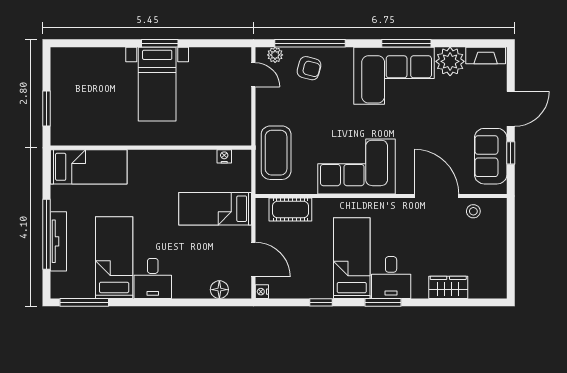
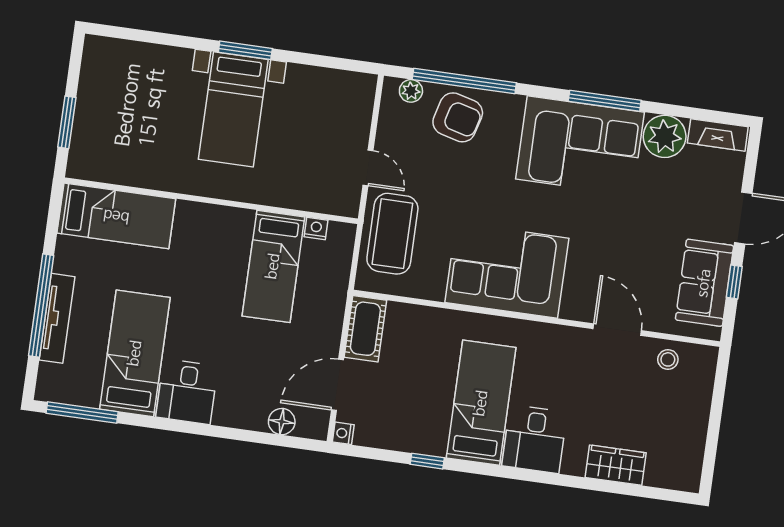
armchair: (309, 68) -> (458, 117), width x1.38, depth x1.38
door: (253, 75) -> (368, 168), moved
door: (436, 196) -> (617, 330), width x0.73
bed: (215, 209) -> (273, 266), moved, turned -90
cot: (290, 209) -> (365, 329), moved, turned 90
door: (253, 260) -> (338, 385), swing flipped
window: (383, 302) -> (518, 474), removed

